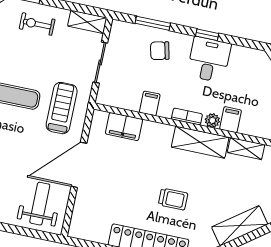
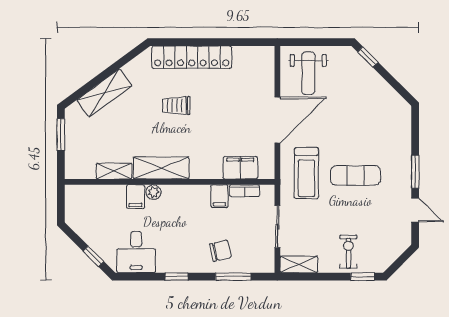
exercise bike: (37, 24) -> (348, 252), turned -90
desk: (209, 60) -> (136, 252), moved
bookcase: (187, 117) -> (245, 191), moved

